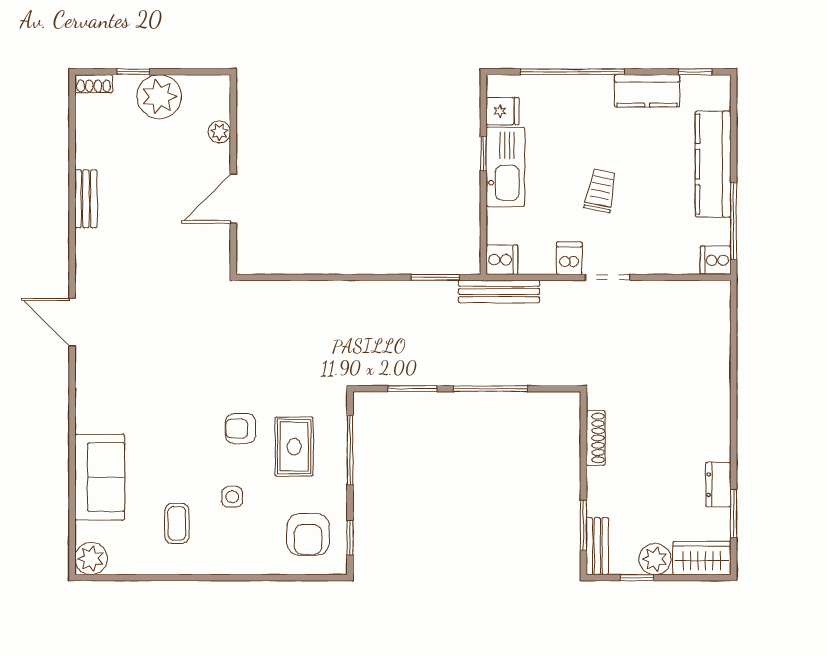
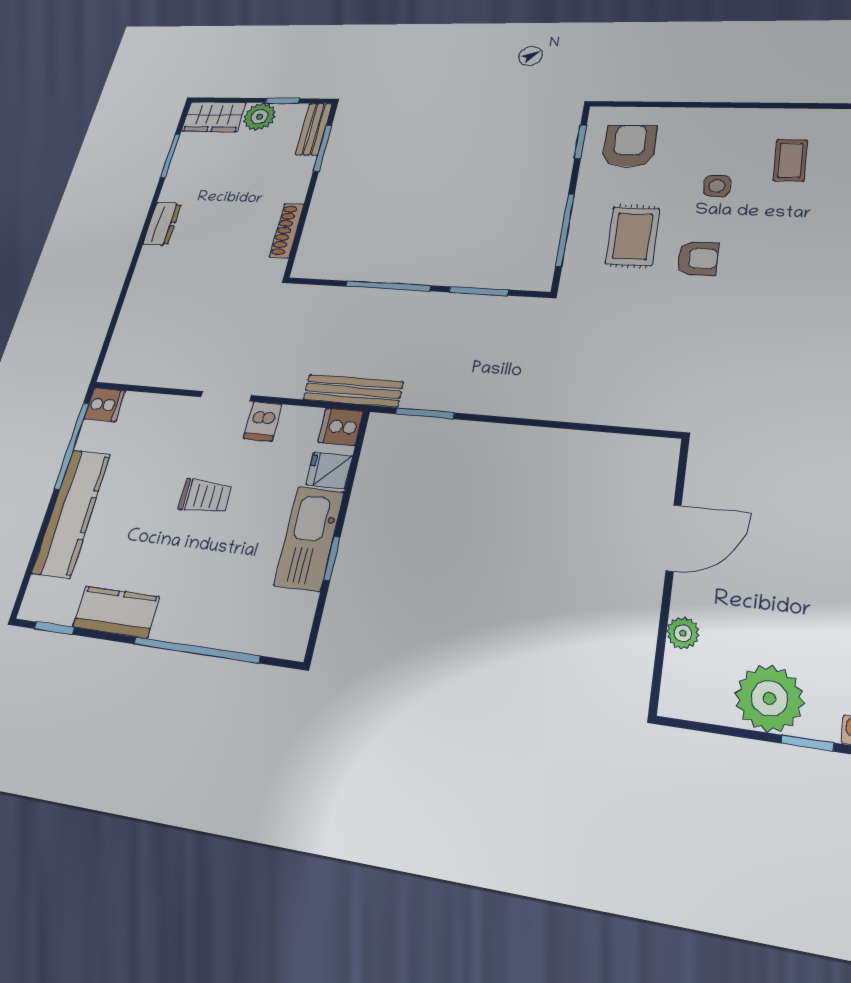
fridge: (503, 111) -> (329, 470), moved
trolley: (601, 191) -> (205, 496), turned -101
dresser: (718, 485) -> (162, 224), moved

